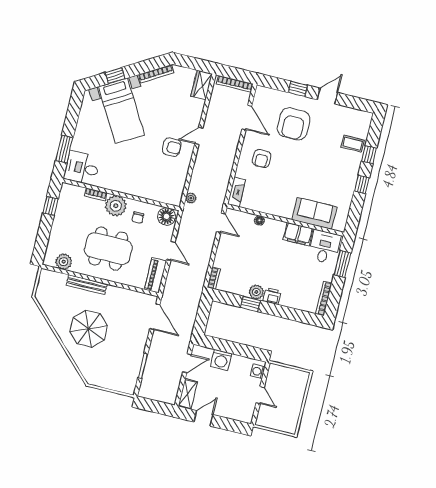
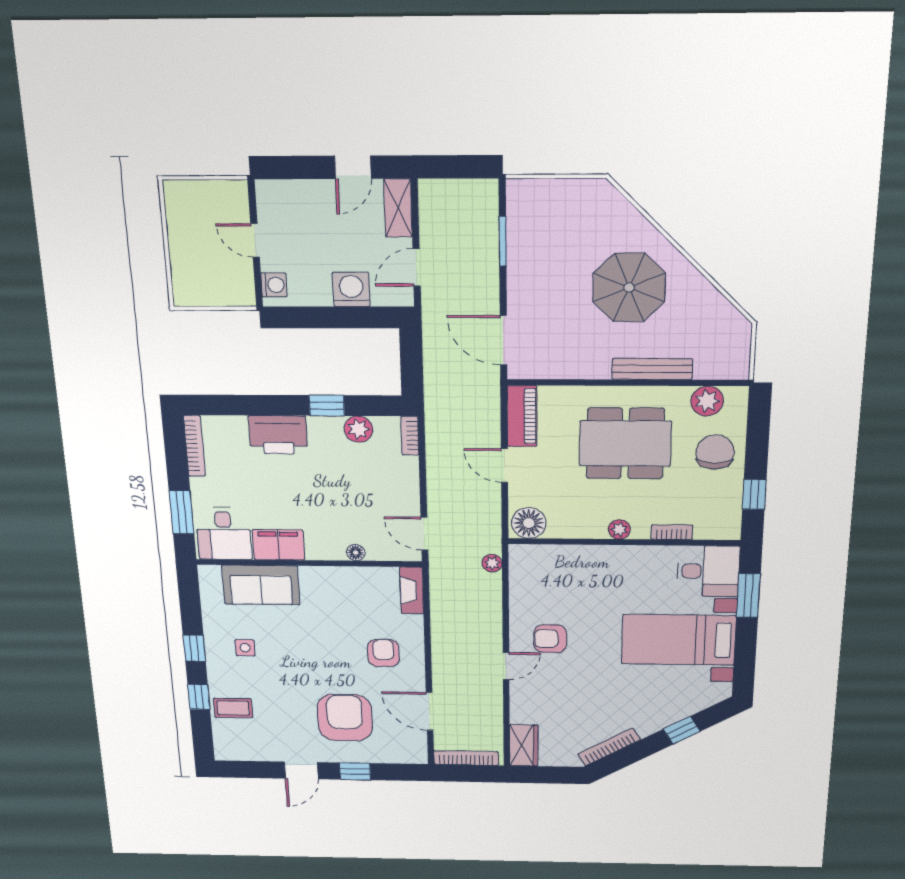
bed with nightstands: (122, 111) -> (679, 640), moved, turned -60
side table: (334, 179) -> (245, 648), added
plant: (116, 206) -> (619, 529), width x0.53, depth x0.53
chair: (138, 218) -> (715, 452), moved, width x1.87, depth x1.87
plant: (256, 292) -> (358, 429), moved
printer: (272, 296) -> (278, 435), width x1.87, depth x1.48

